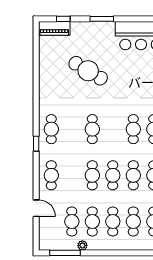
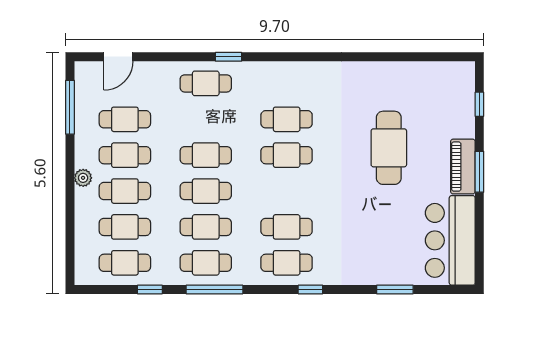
piano: (54, 28) -> (463, 167), moved
cafe table: (88, 71) -> (389, 148), turned -31
cafe table: (51, 129) -> (287, 119), moved
window: (36, 144) -> (228, 57), moved
door: (36, 208) -> (118, 57), moved
plant: (82, 245) -> (83, 178), moved

